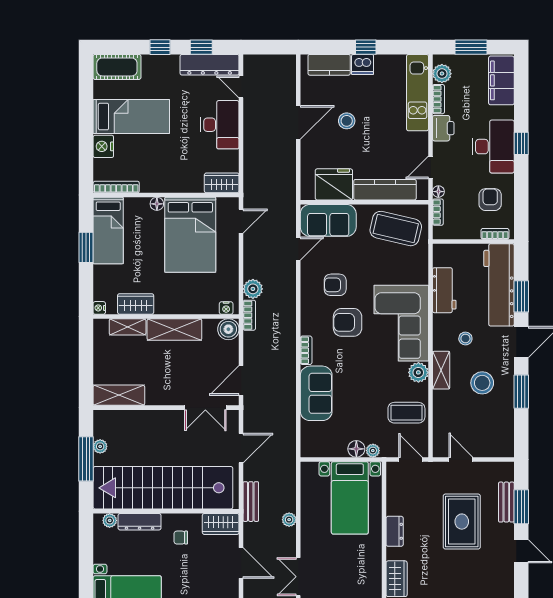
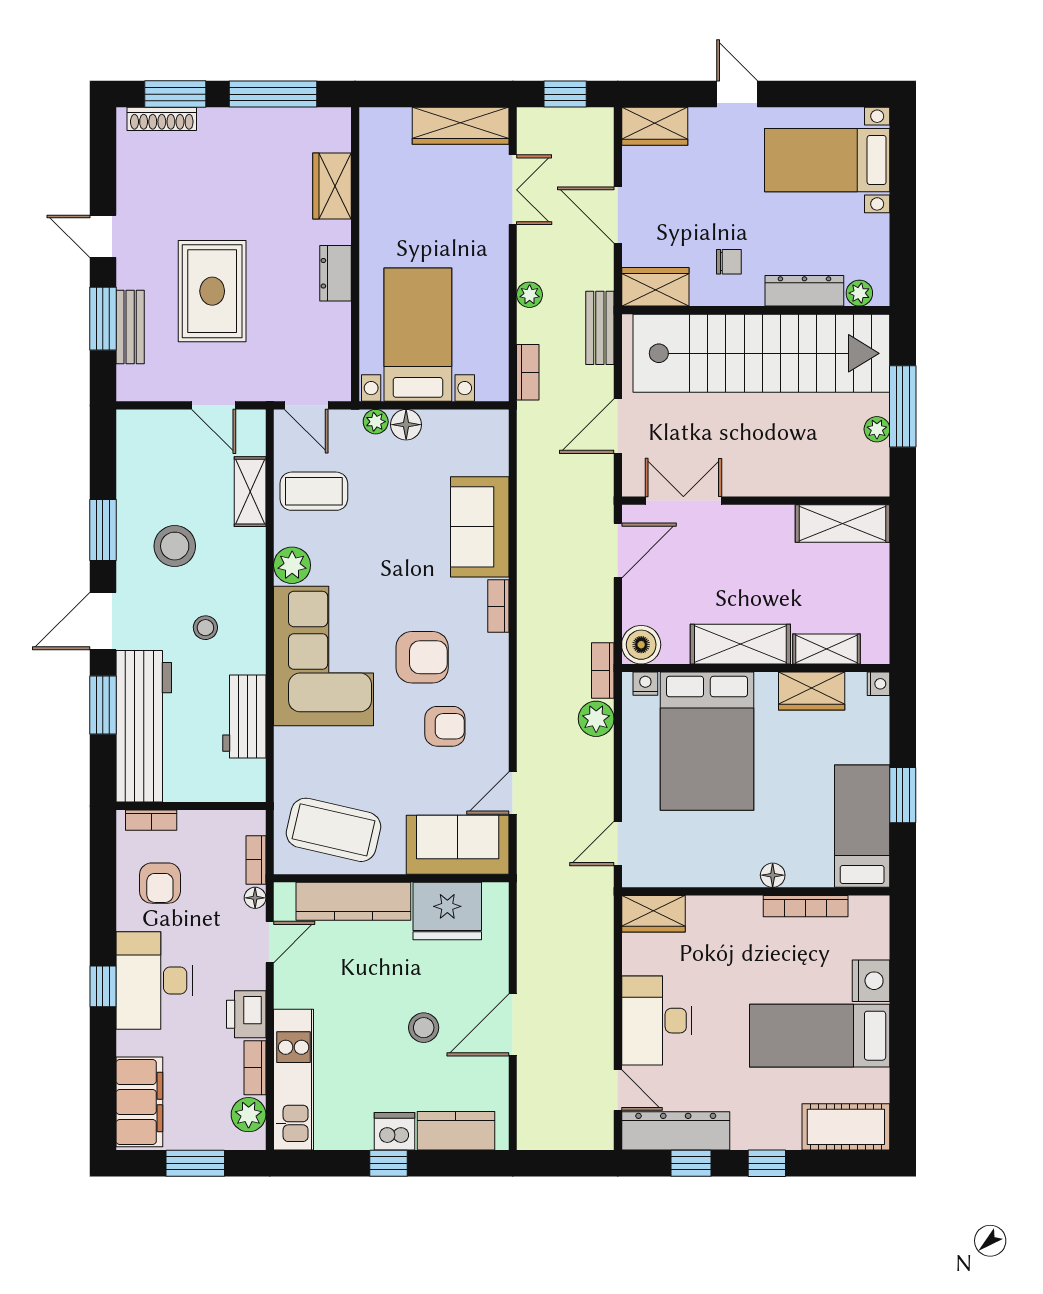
bookcase: (116, 187) -> (806, 906), moved
bed: (190, 235) -> (707, 741), moved, turned 180
shelving: (441, 370) -> (250, 492), moved
bookcase: (290, 477) -> (528, 372), added

